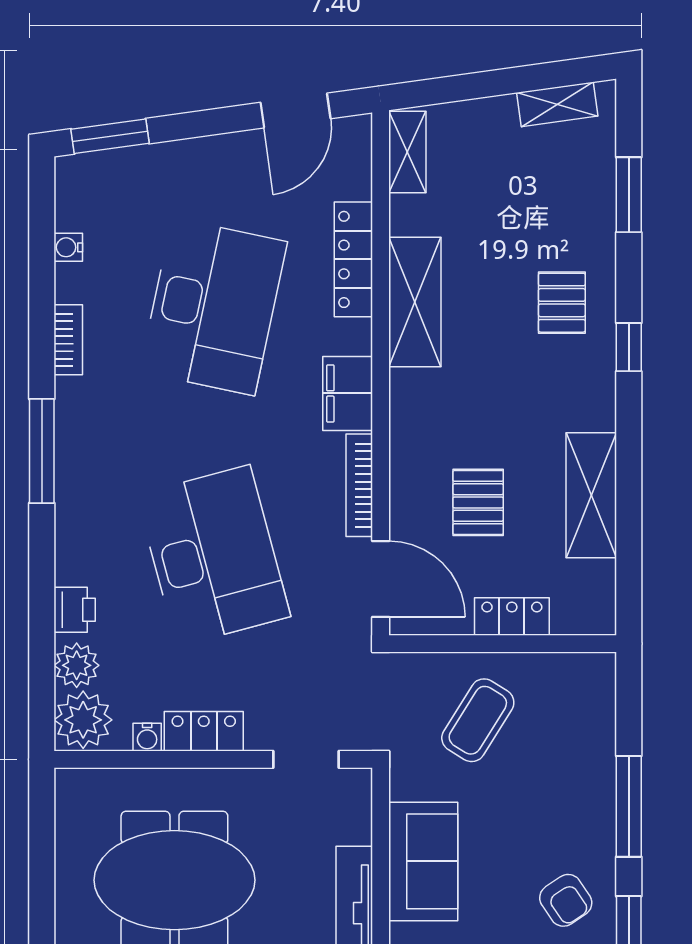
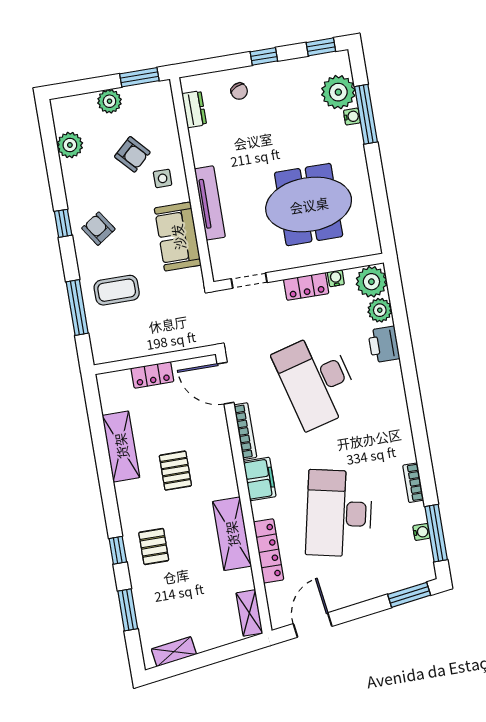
window: (629, 347) -> (118, 550), moved
window: (42, 451) -> (436, 533), moved
pallet: (478, 502) -> (175, 471), moved
printer: (75, 610) -> (384, 344), width x1.36, depth x1.24
coffee table: (478, 720) -> (117, 290), moved, turned 58
window: (629, 806) -> (77, 307), moved

